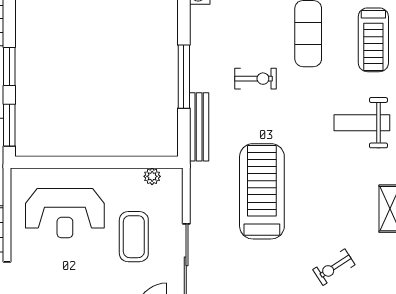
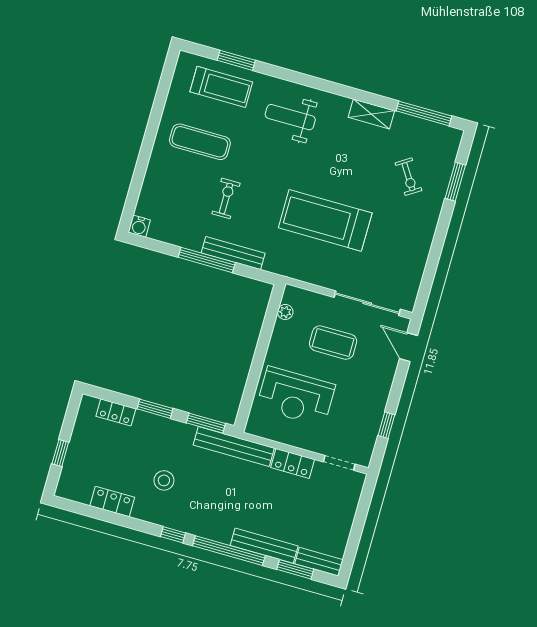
weight bench: (362, 123) -> (290, 117), turned 90
bench: (199, 127) -> (233, 253), moved
reception desk: (65, 213) -> (296, 396), turned 90

